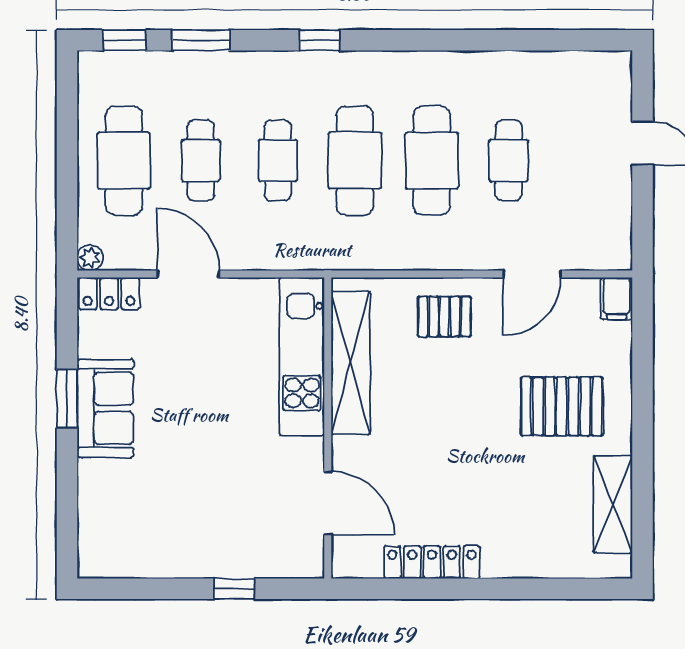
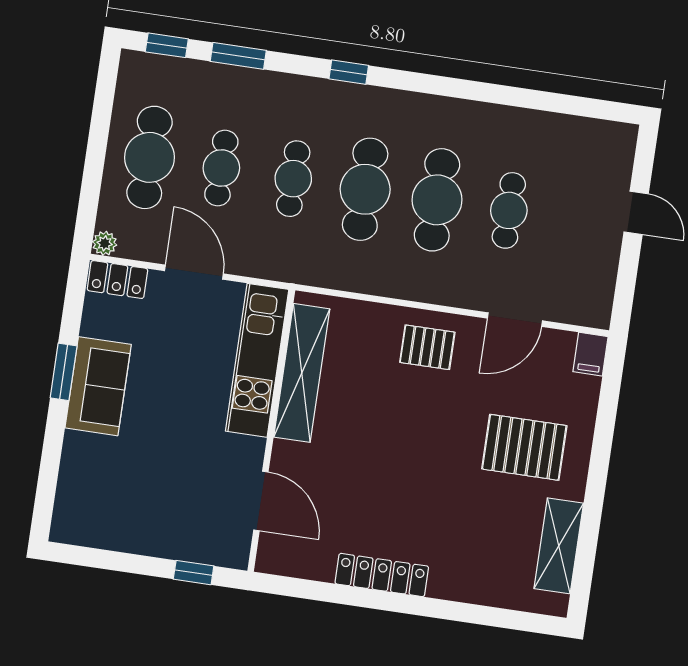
kitchen unit: (302, 357) -> (257, 360), moved
shelving: (351, 363) -> (302, 373), moved
wall: (328, 428) -> (271, 431), moved
door: (328, 503) -> (261, 501), moved

